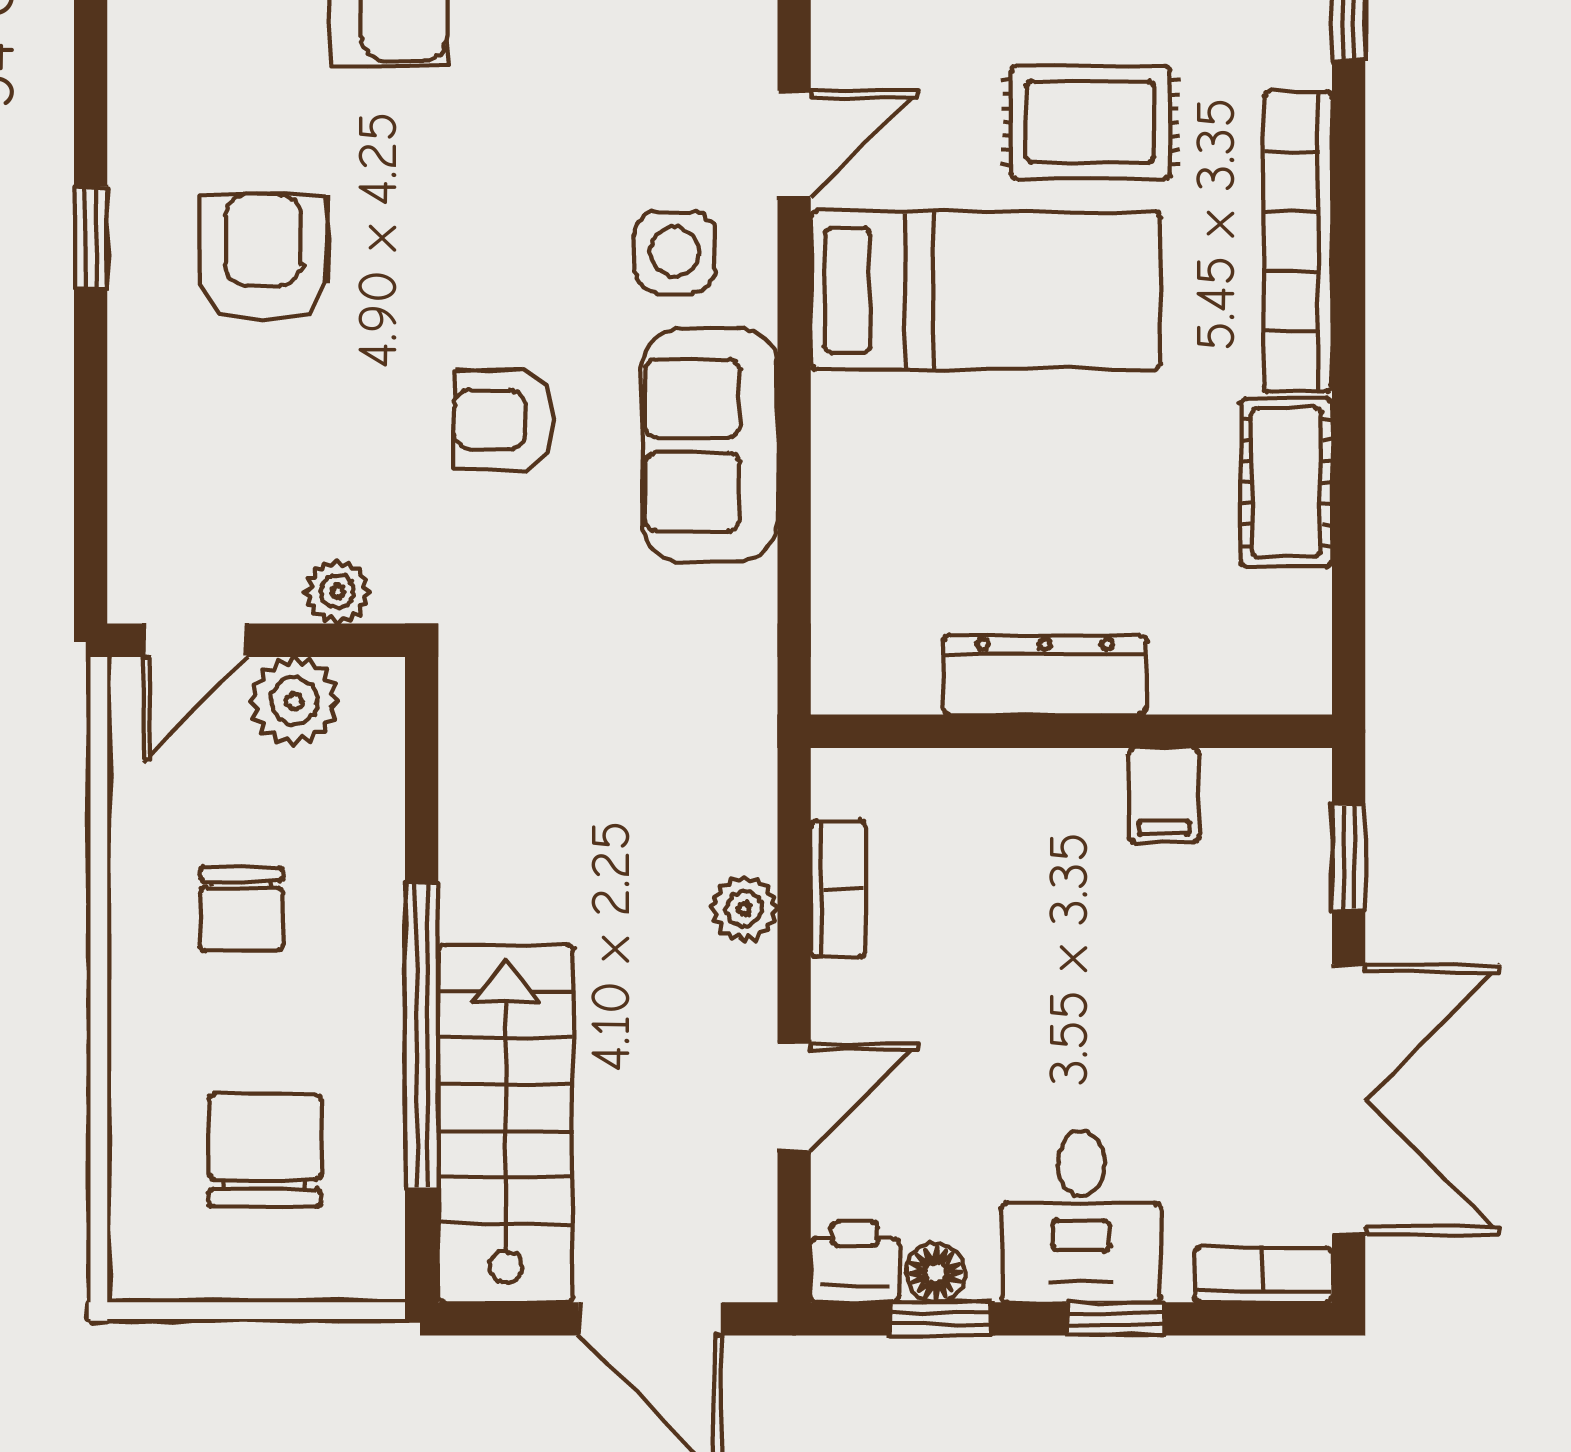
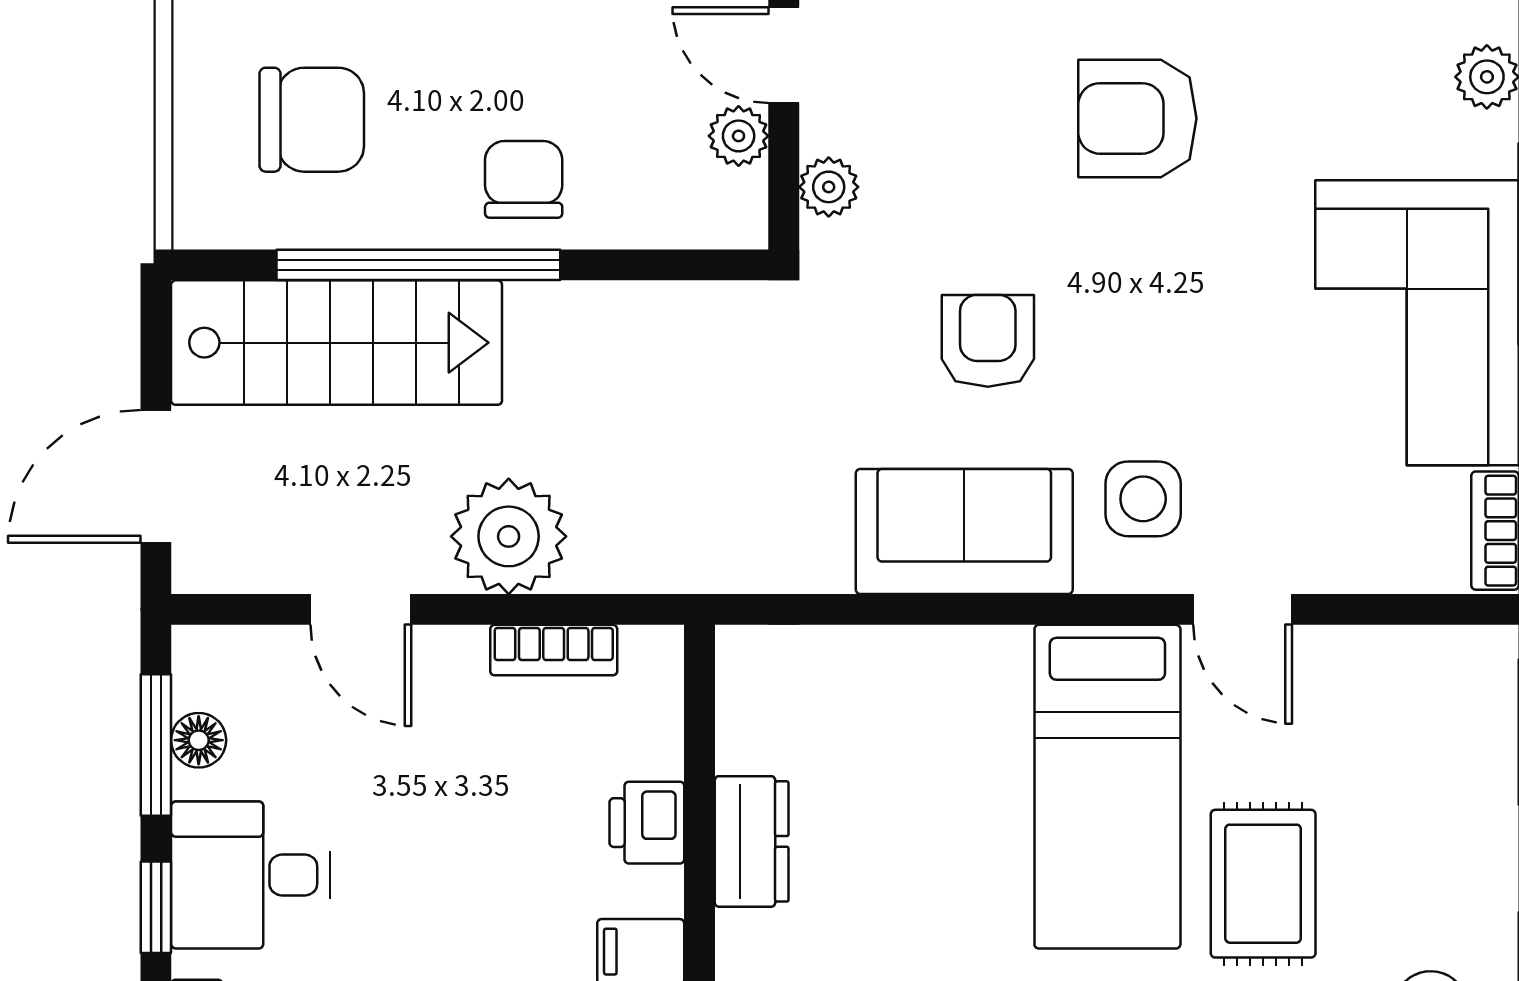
armchair: (263, 258) -> (1137, 118), turned 180
dresser: (1045, 675) -> (752, 841), width x0.70
plant: (294, 701) -> (739, 136), width x0.73, depth x0.73
chair: (241, 909) -> (524, 179), moved, turned 90
plant: (744, 909) -> (509, 536), width x1.87, depth x1.87
printer: (855, 1262) -> (647, 823), moved, turned 180
window: (941, 1319) -> (156, 745), width x1.50

